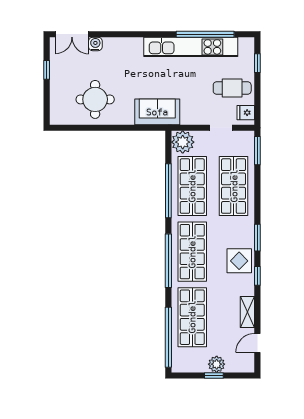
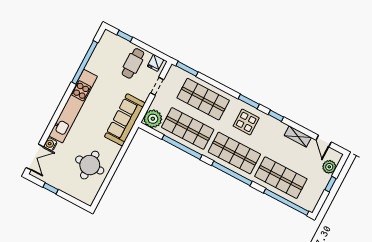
kitchen unit: (191, 47) -> (73, 106), moved
sofa: (157, 112) -> (125, 120), width x1.36
display table: (239, 261) -> (246, 122), moved
plant: (217, 364) -> (329, 167), moved

